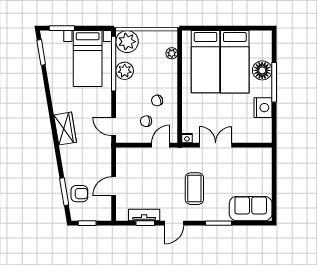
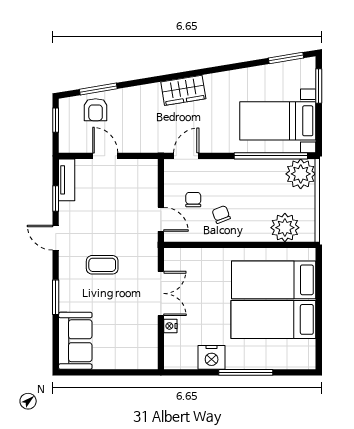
plant: (172, 53) -> (285, 228), width x1.88, depth x1.88
floor lamp: (262, 70) -> (262, 356), removed
plant: (125, 71) -> (261, 171), removed
nightstand: (187, 138) -> (170, 326), moved
coffee table: (194, 189) -> (102, 265), width x0.73, depth x0.77
tv unit: (144, 215) -> (67, 180), moved

